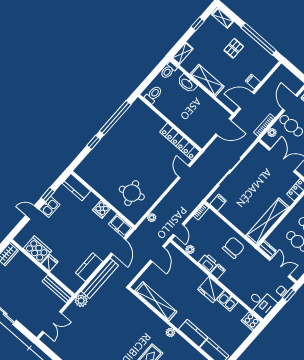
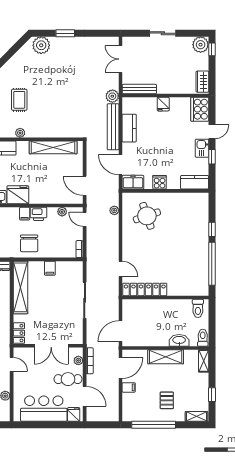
filing cabinet: (218, 202) -> (50, 268), moved
cooker: (37, 250) -> (200, 109), moved, turned 90

